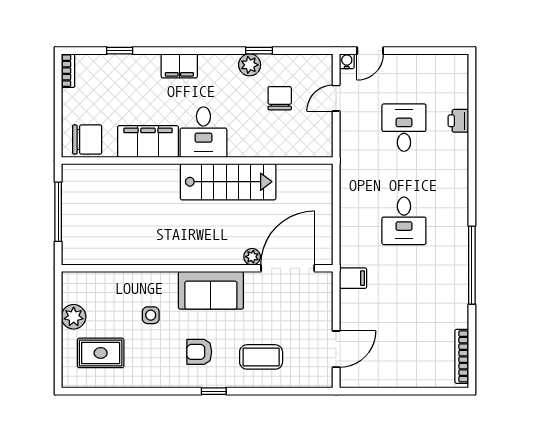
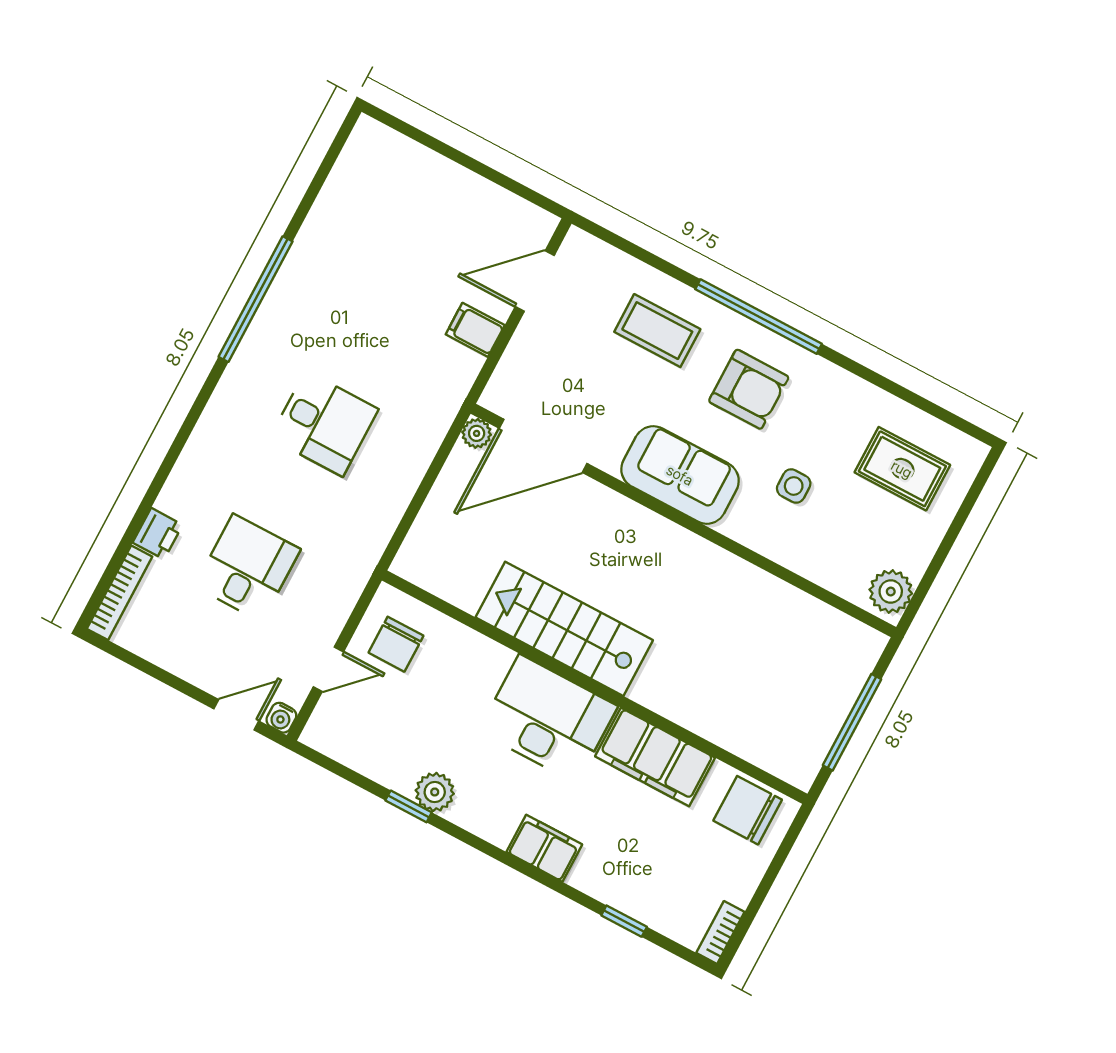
chair: (280, 98) -> (396, 644), moved
desk: (404, 128) -> (247, 568), turned 180
desk: (203, 132) -> (548, 719), width x1.37
desk: (404, 221) -> (324, 424), turned 90
plant: (252, 257) -> (477, 433), moved
filing cabinet: (353, 278) -> (475, 330), moved
plant: (74, 317) -> (891, 591), moved
armchair: (199, 352) -> (749, 389), width x1.38, depth x1.38
bookcase: (462, 356) -> (120, 593), moved
window: (214, 391) -> (759, 317), width x3.17

